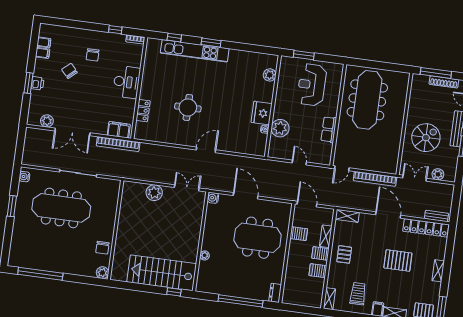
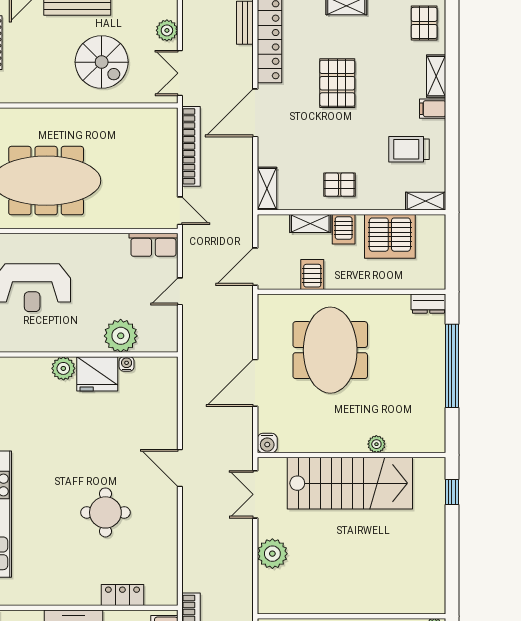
plant: (270, 75) -> (63, 368), moved
row of seats: (329, 130) -> (153, 245), moved
spiral stairs: (426, 138) -> (102, 62), turned 180
server rack: (318, 271) -> (390, 236), width x2.18, depth x1.44
stairs: (162, 273) -> (350, 483), moved, turned -90

